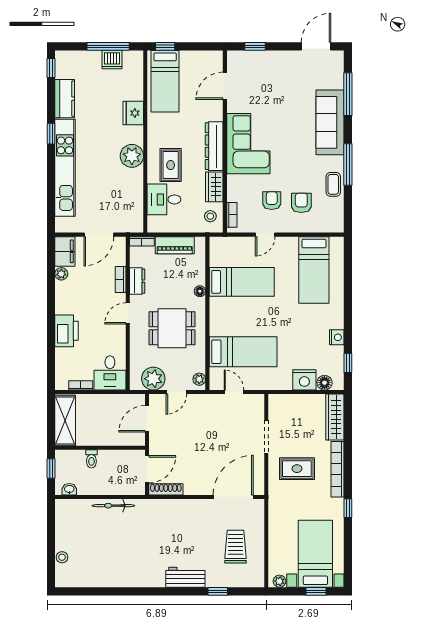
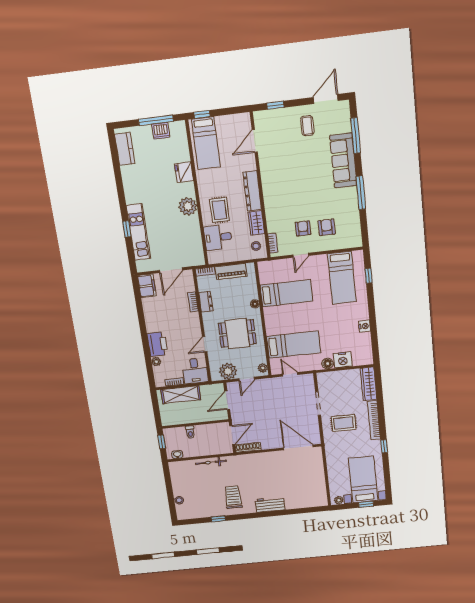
window: (51, 68) -> (113, 144), removed
kitchen counter: (65, 99) -> (125, 149), moved
window: (51, 134) -> (127, 229), moved
corner sofa: (248, 144) -> (279, 186), removed
kitchen unit: (65, 168) -> (138, 232), width x0.73
coffee table: (333, 184) -> (307, 126), moved
plant: (61, 274) -> (156, 362), moved
door: (128, 313) -> (205, 344), moved
window: (348, 363) -> (369, 276), moved
floor lamp: (324, 383) -> (328, 364), moved
shelving: (65, 420) -> (181, 395), moved, turned 90
door: (233, 497) -> (298, 447), hinge flipped
trolley: (236, 547) -> (233, 497), moved
window: (218, 591) -> (218, 519), moved

